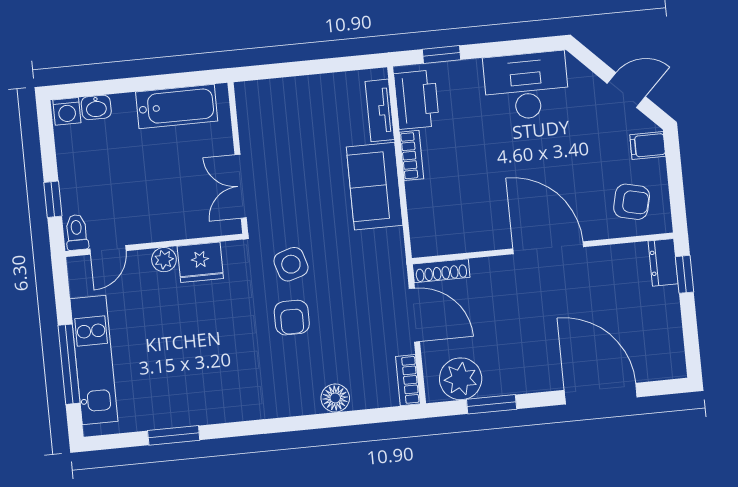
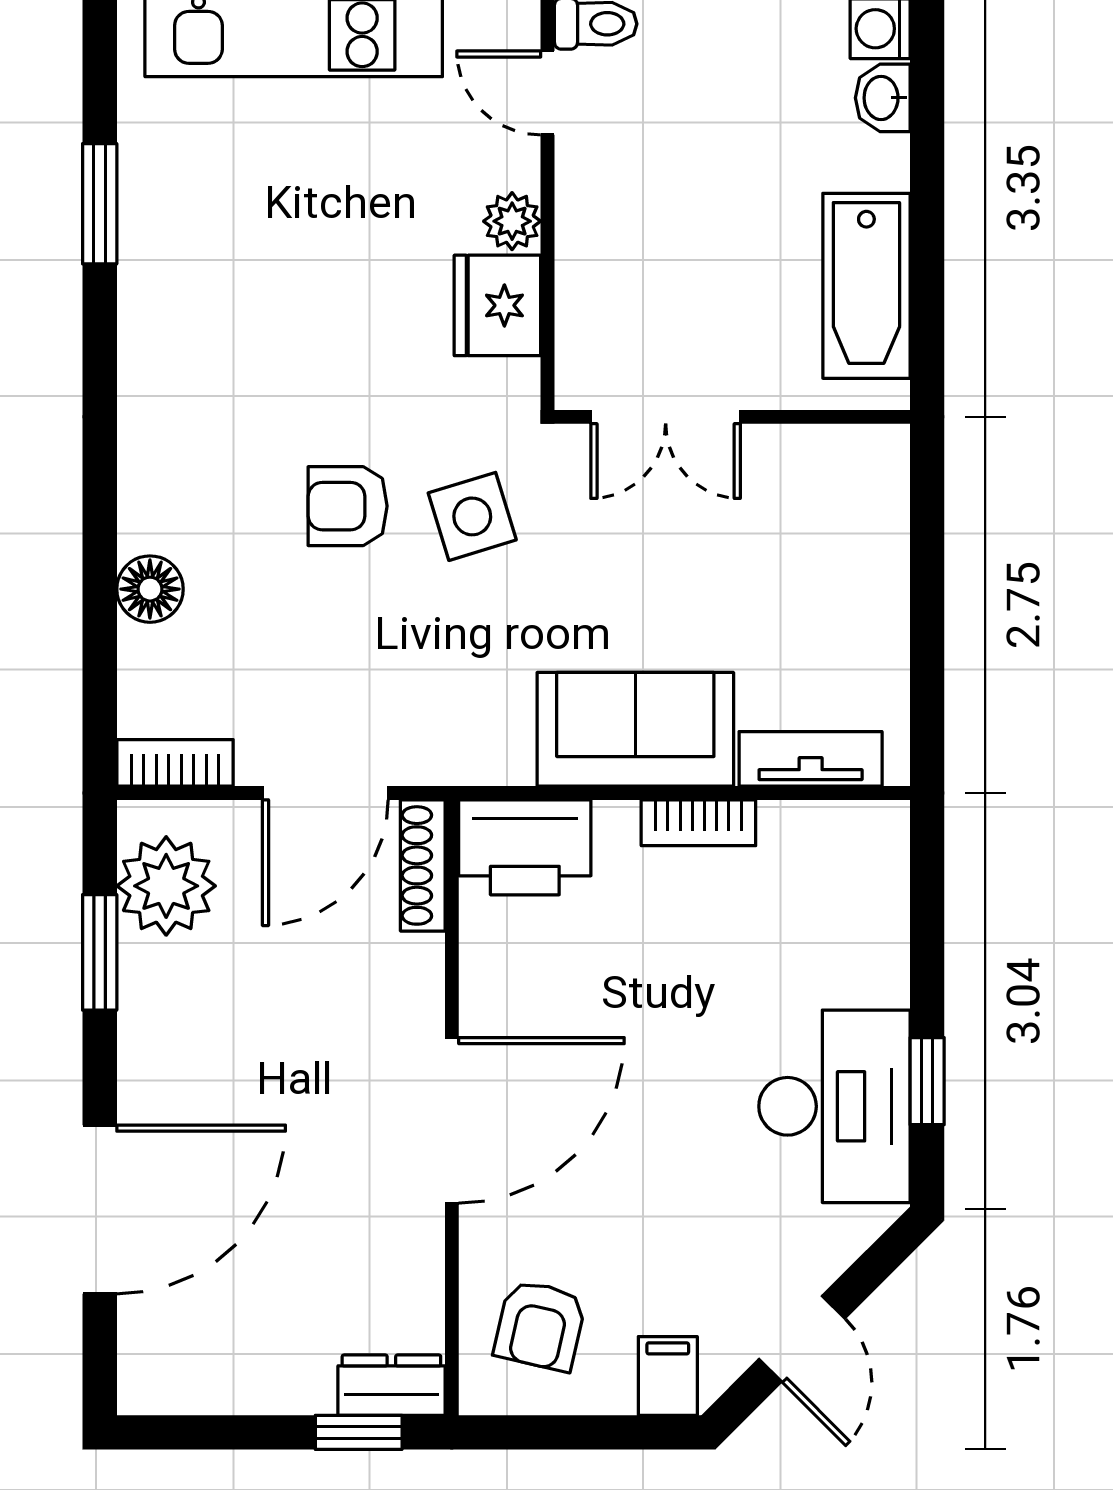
window: (441, 54) -> (927, 1081), moved
printer: (417, 100) -> (525, 847), moved
double door: (241, 186) -> (666, 417), swing flipped

